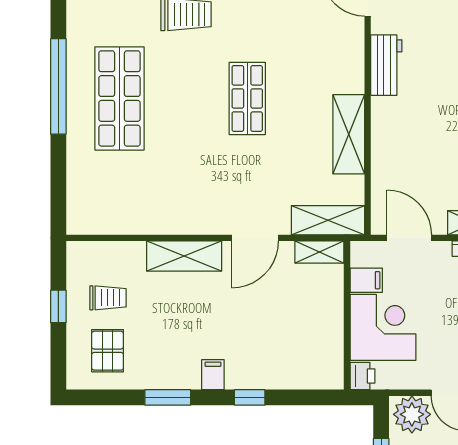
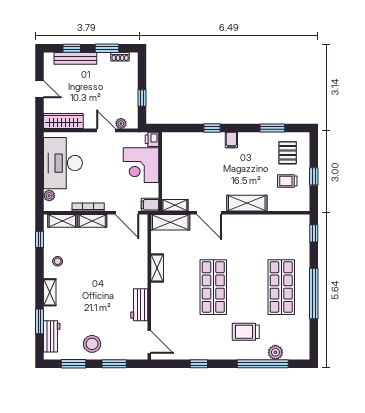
shop shelf: (247, 98) -> (213, 287), width x1.43, depth x1.36
shelving: (349, 134) -> (157, 268), width x0.67, depth x0.75
window: (58, 199) -> (314, 233), added
door: (255, 238) -> (209, 213), swing flipped
filing cabinet: (366, 280) -> (150, 205), moved
window: (168, 397) -> (272, 128), moved
plant: (412, 414) -> (121, 123), width x0.53, depth x0.53

